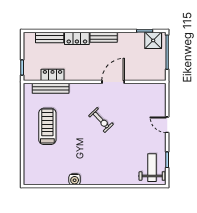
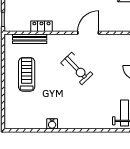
locker: (52, 75) -> (41, 26), moved
exercise bike: (101, 120) -> (77, 68), width x1.38, depth x1.39

